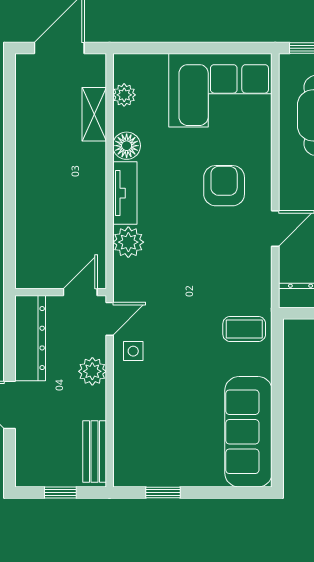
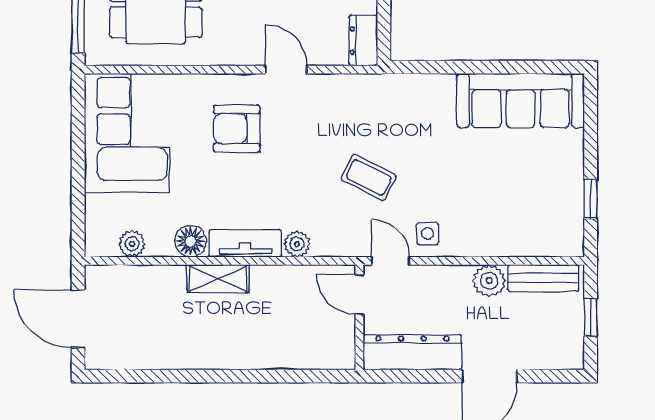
shelving: (94, 114) -> (218, 278), moved
plant: (128, 242) -> (297, 244), width x0.73, depth x0.73
coffee table: (244, 329) -> (369, 178), moved, turned -63
plant: (92, 371) -> (489, 281), moved

